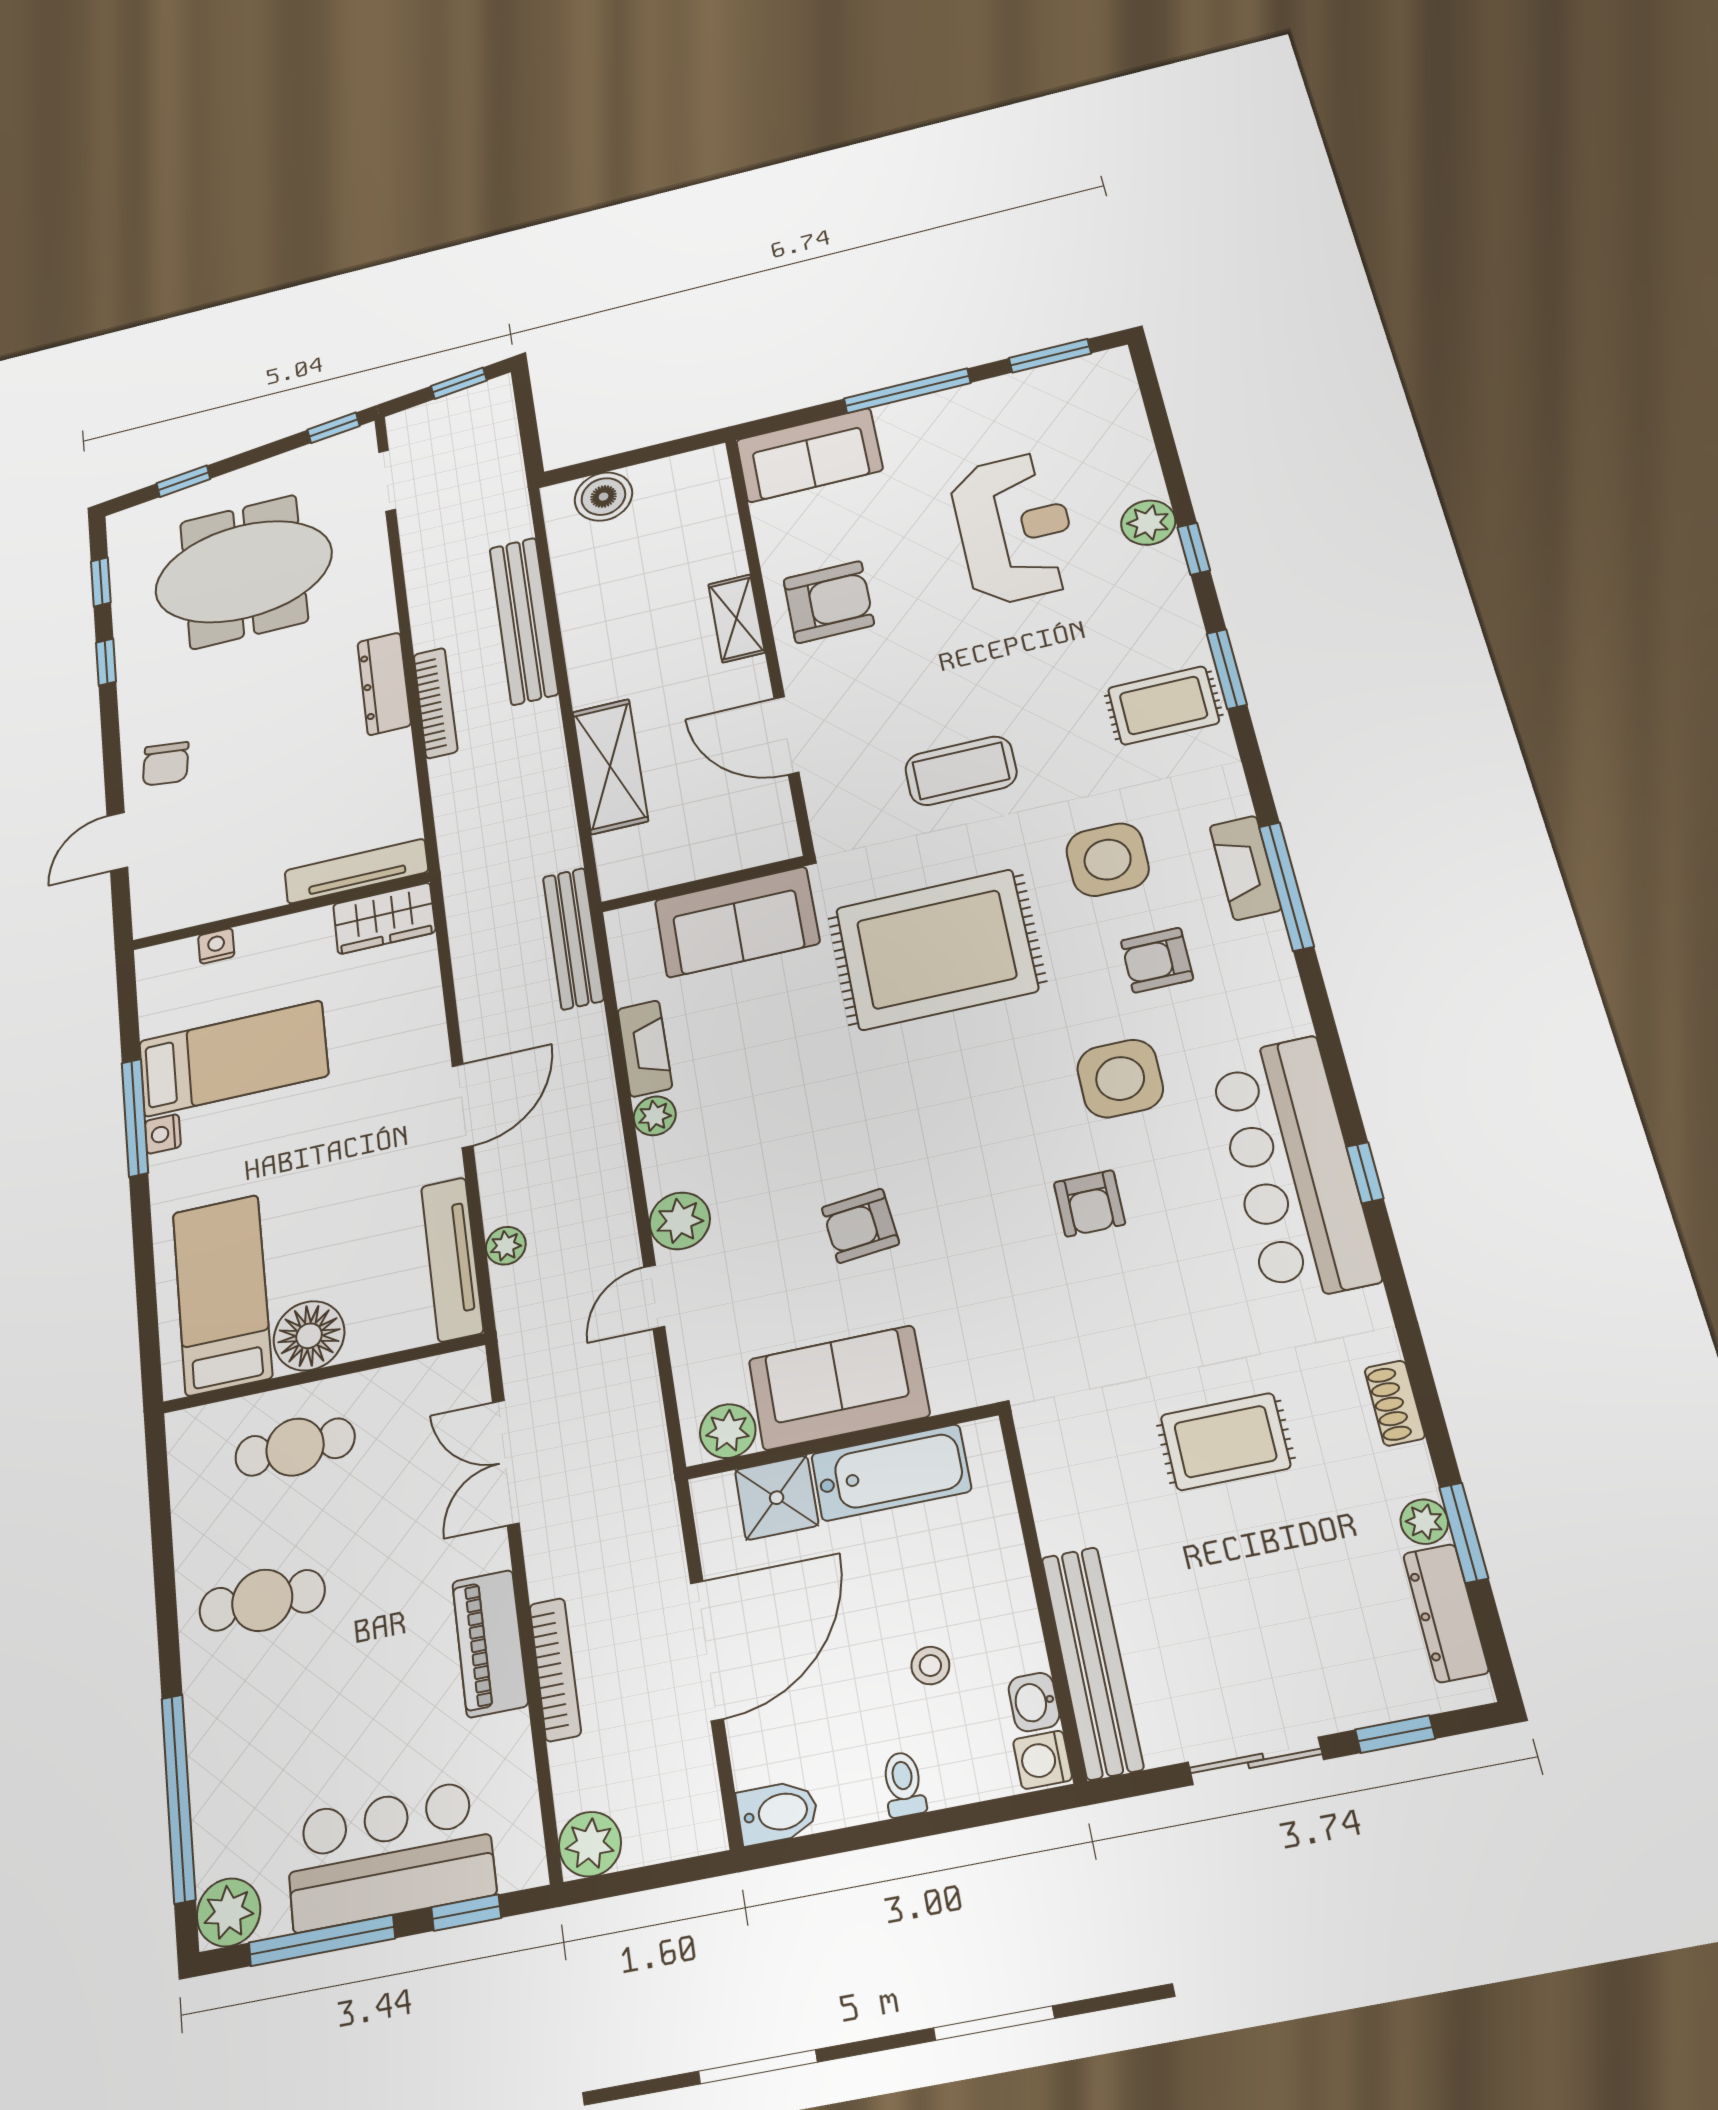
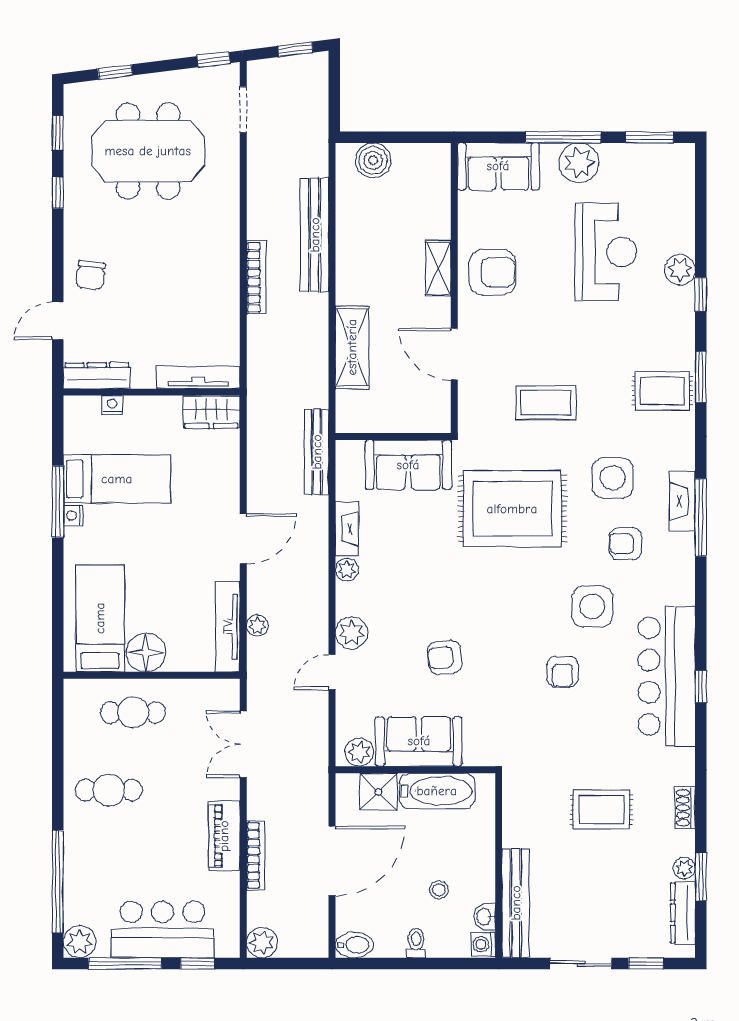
plant: (941, 418) -> (579, 163), added
dresser: (384, 684) -> (97, 376), moved, turned 90

